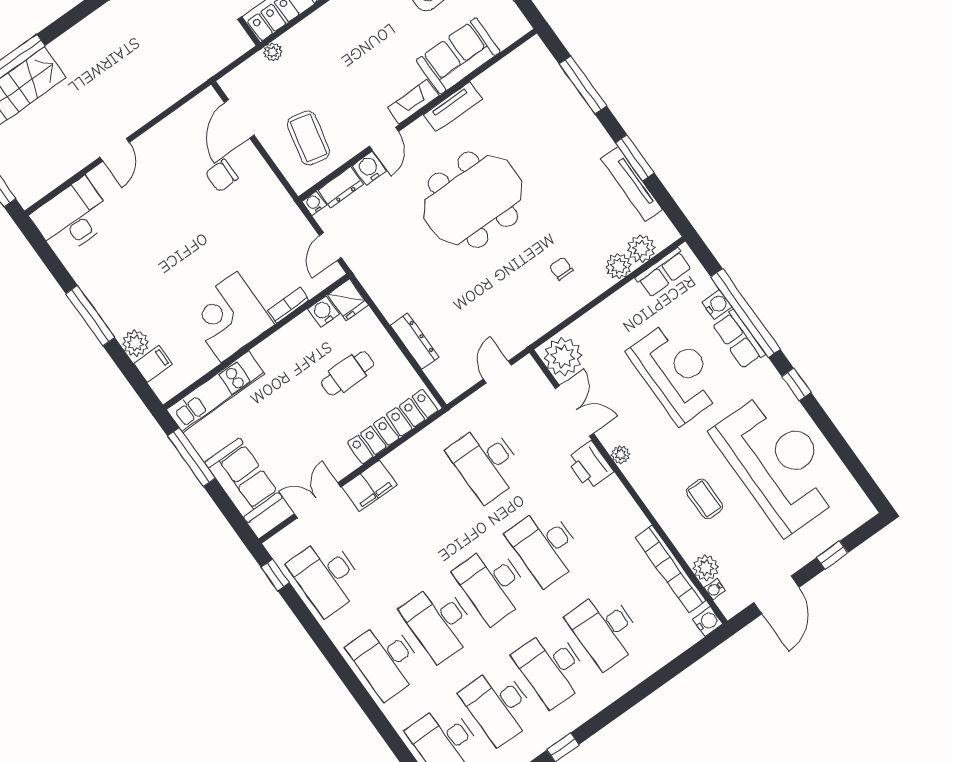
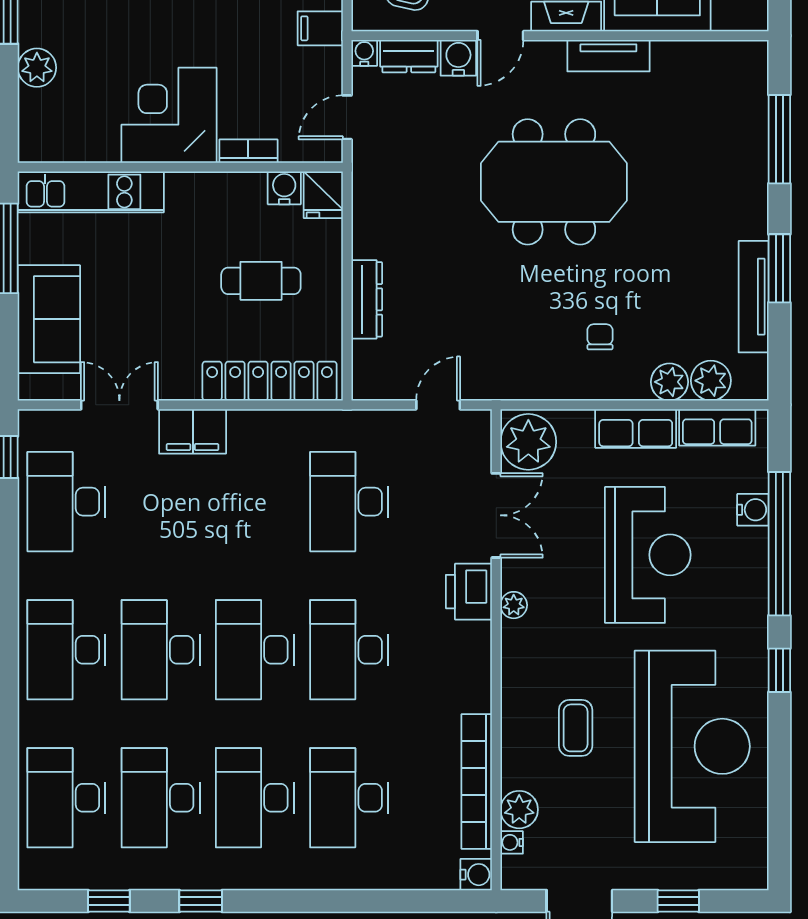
row of seats: (739, 339) -> (636, 428), moved, turned -90
filing cabinet: (153, 364) -> (320, 28), moved, turned 180

